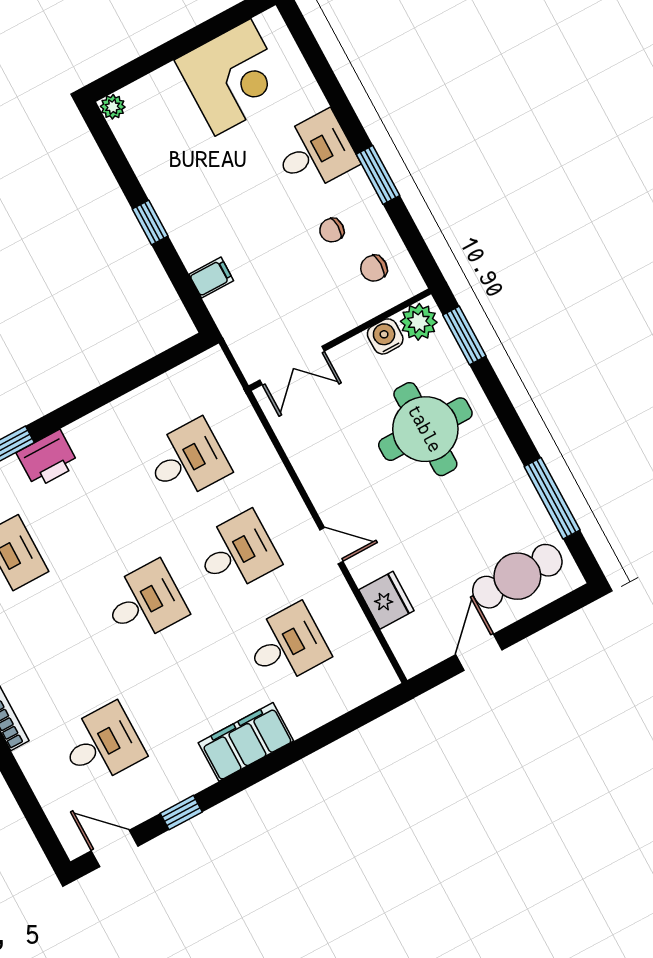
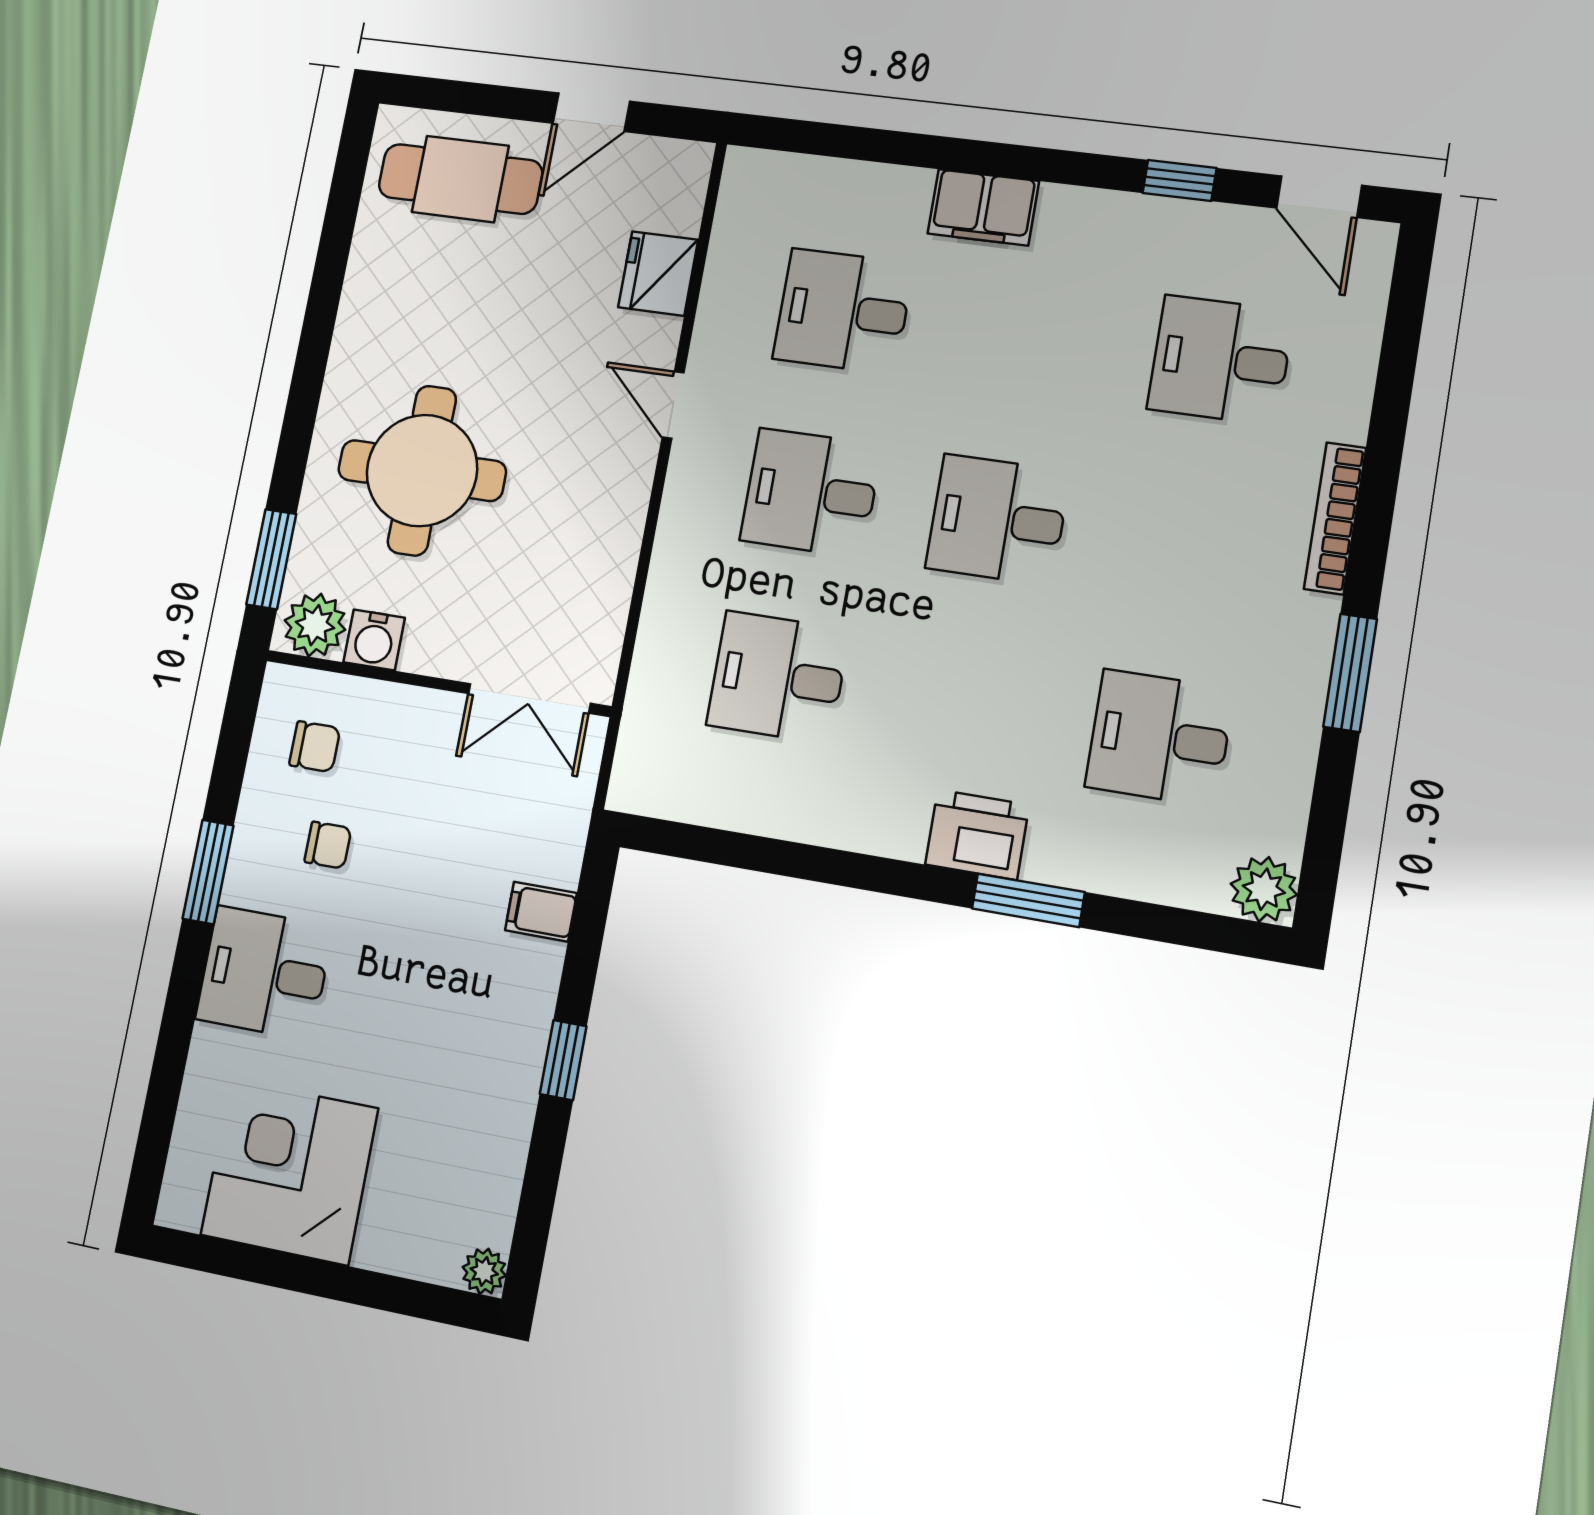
double door: (292, 366) -> (529, 698), swing flipped
window: (552, 498) -> (334, 251), removed
filing cabinet: (246, 742) -> (983, 207), width x0.67, depth x0.86

